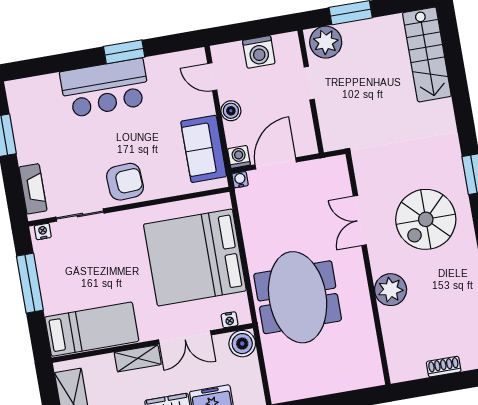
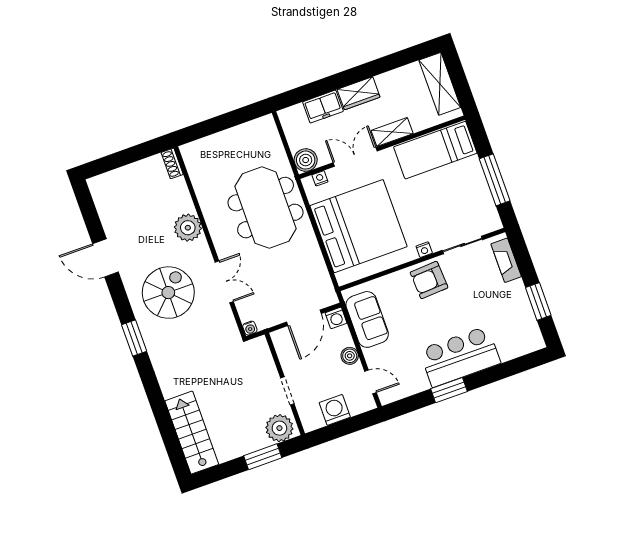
water cooler: (240, 180) -> (250, 328), moved
nightstand: (43, 231) -> (424, 250), moved
shoe rack: (444, 367) -> (172, 163), moved, turned 90

